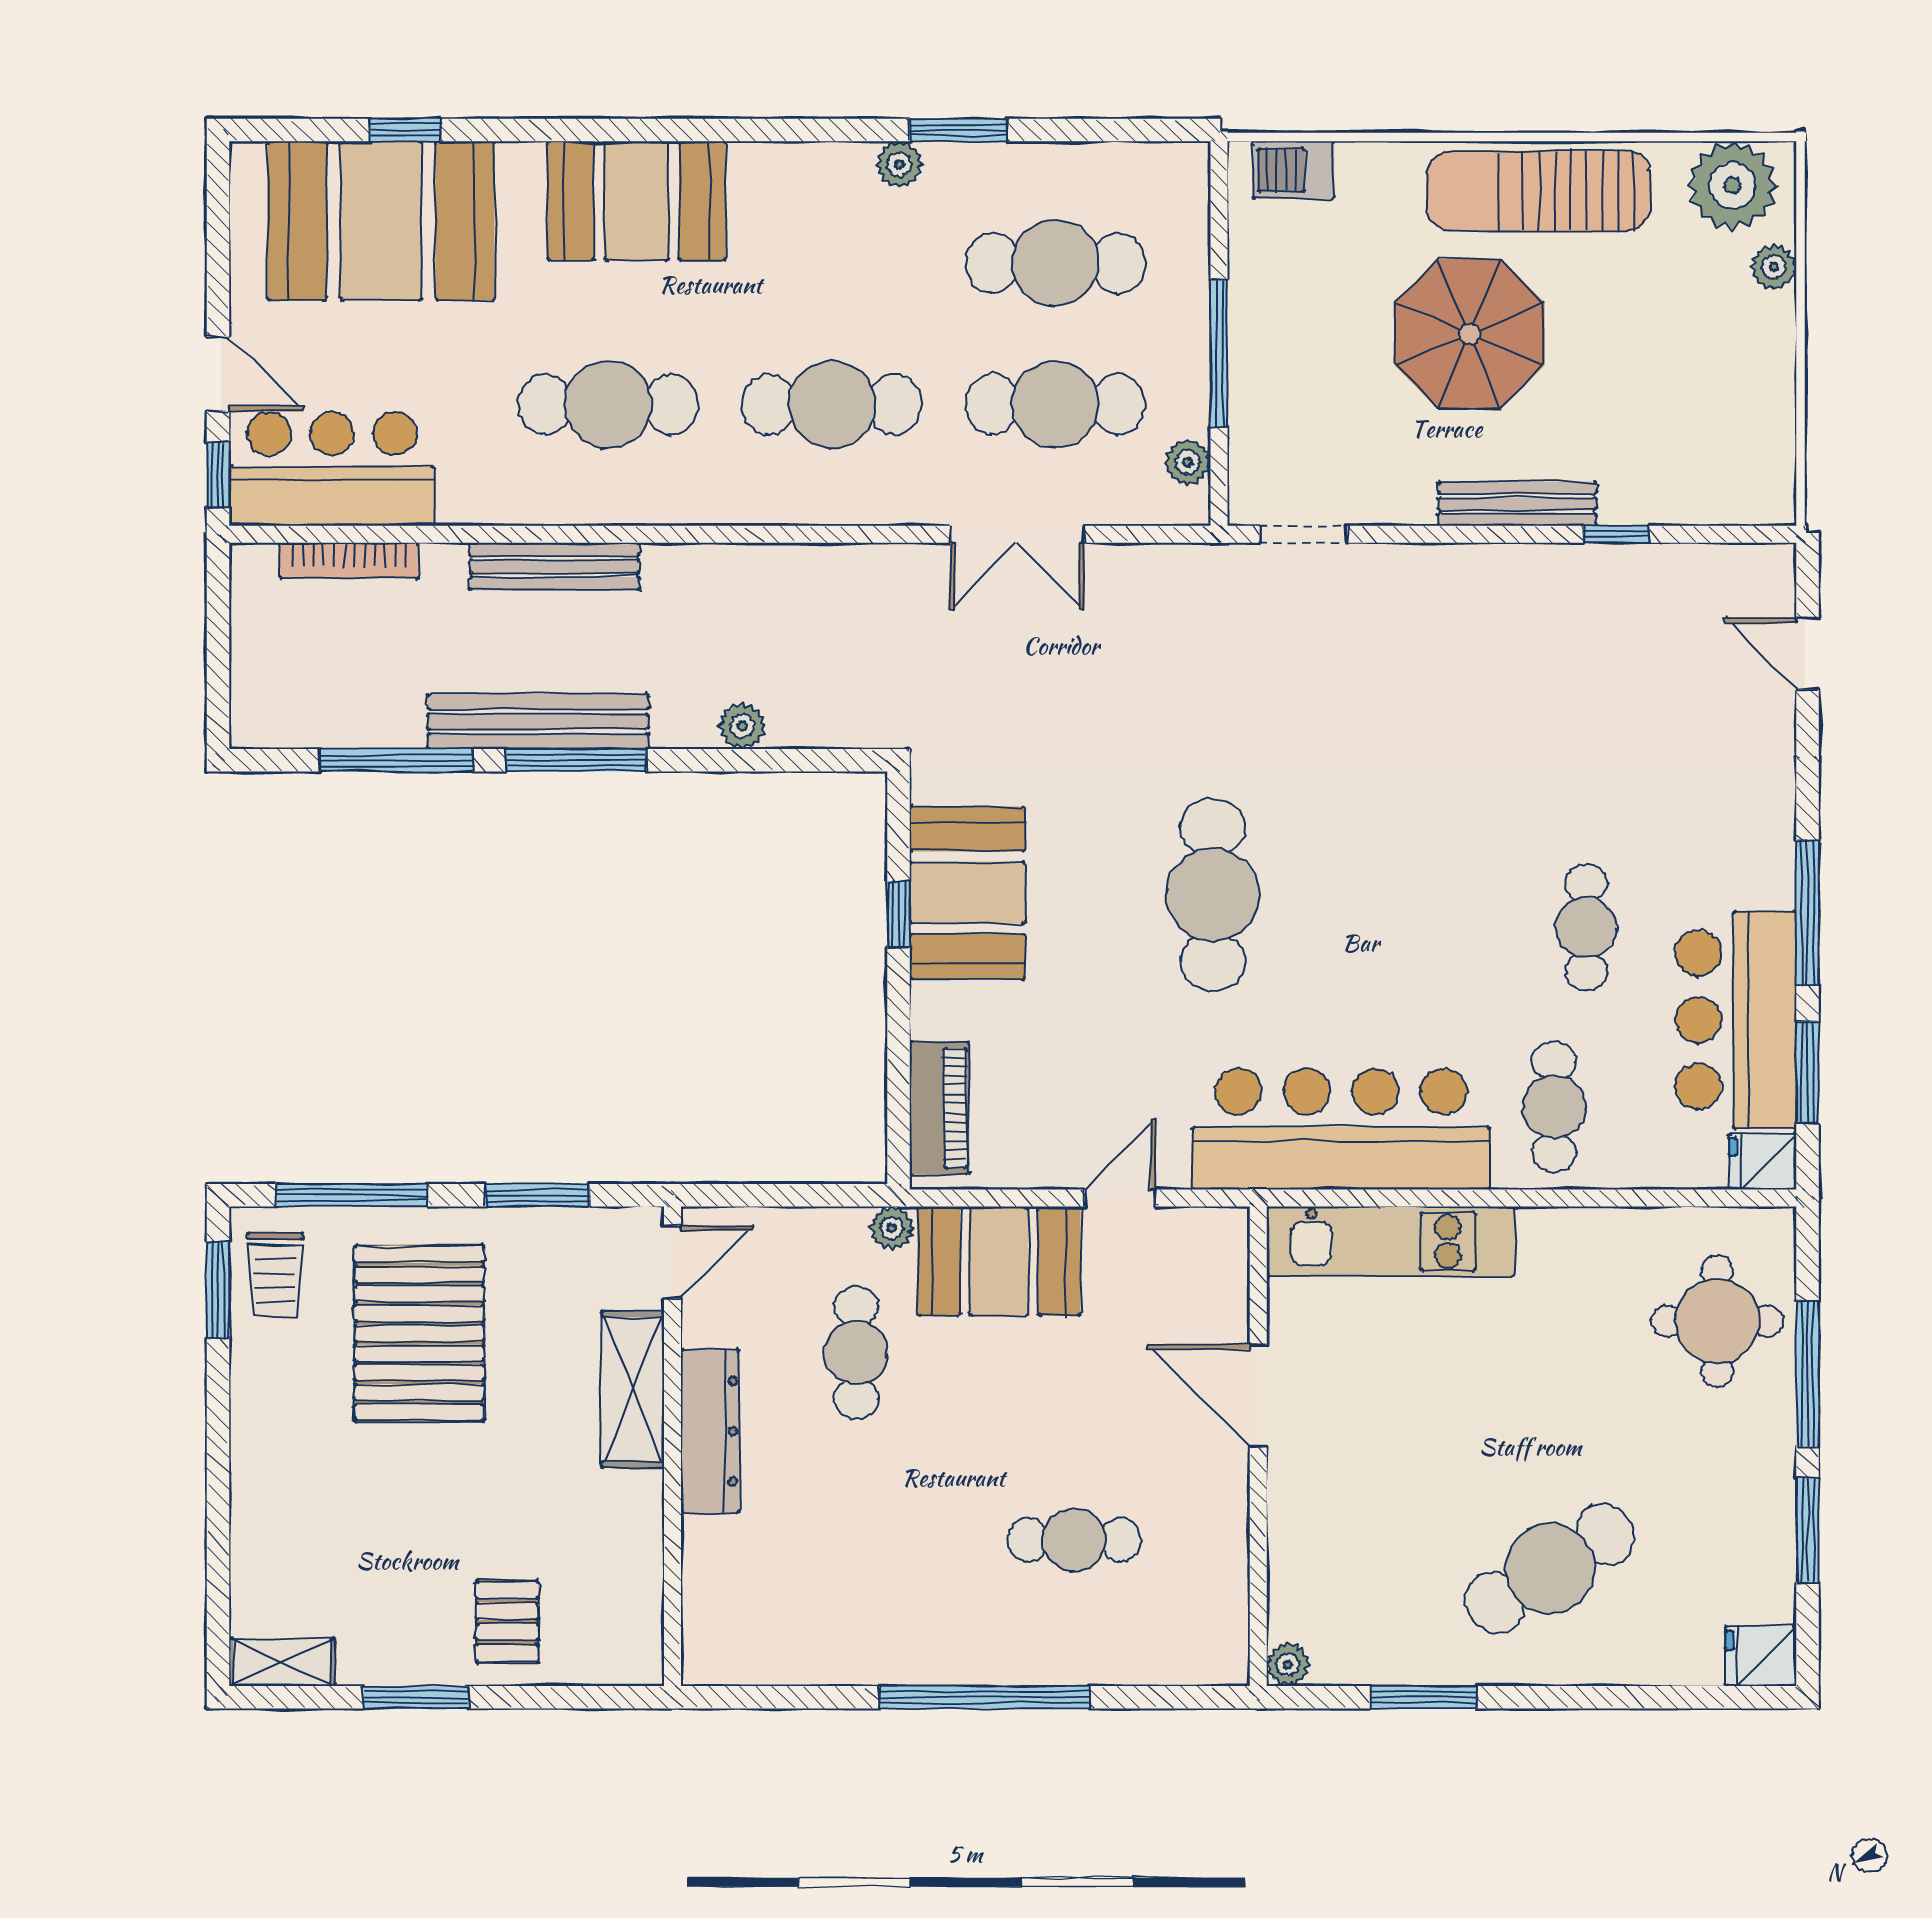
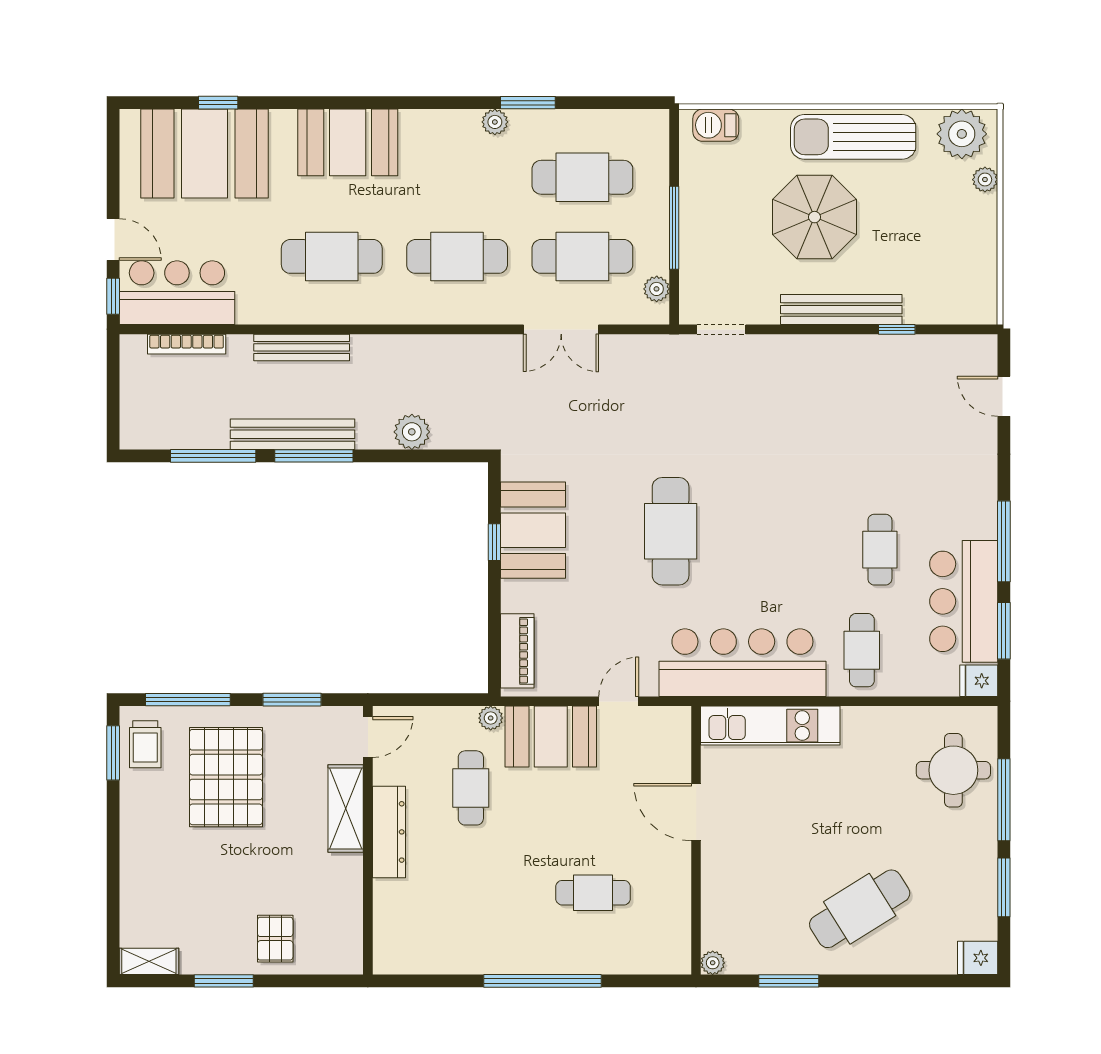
bench: (1517, 504) -> (841, 310), width x1.37, depth x1.21
plant: (742, 726) -> (412, 432), width x1.38, depth x1.38

